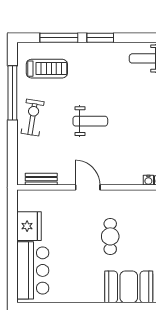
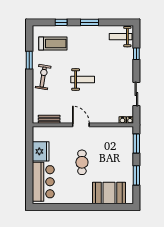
window: (59, 38) -> (61, 22), width x0.46
window: (12, 93) -> (29, 60), width x0.47
cafe table: (110, 236) -> (82, 162), moved

